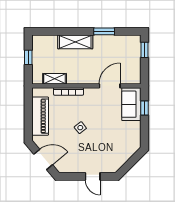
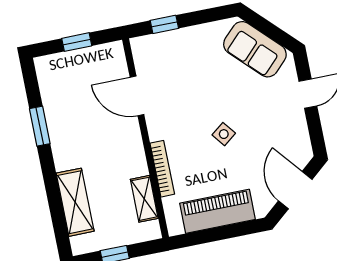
shelving: (75, 42) -> (75, 202), moved
window: (144, 50) -> (77, 42), moved
sofa: (131, 104) -> (255, 49), moved, turned 45

